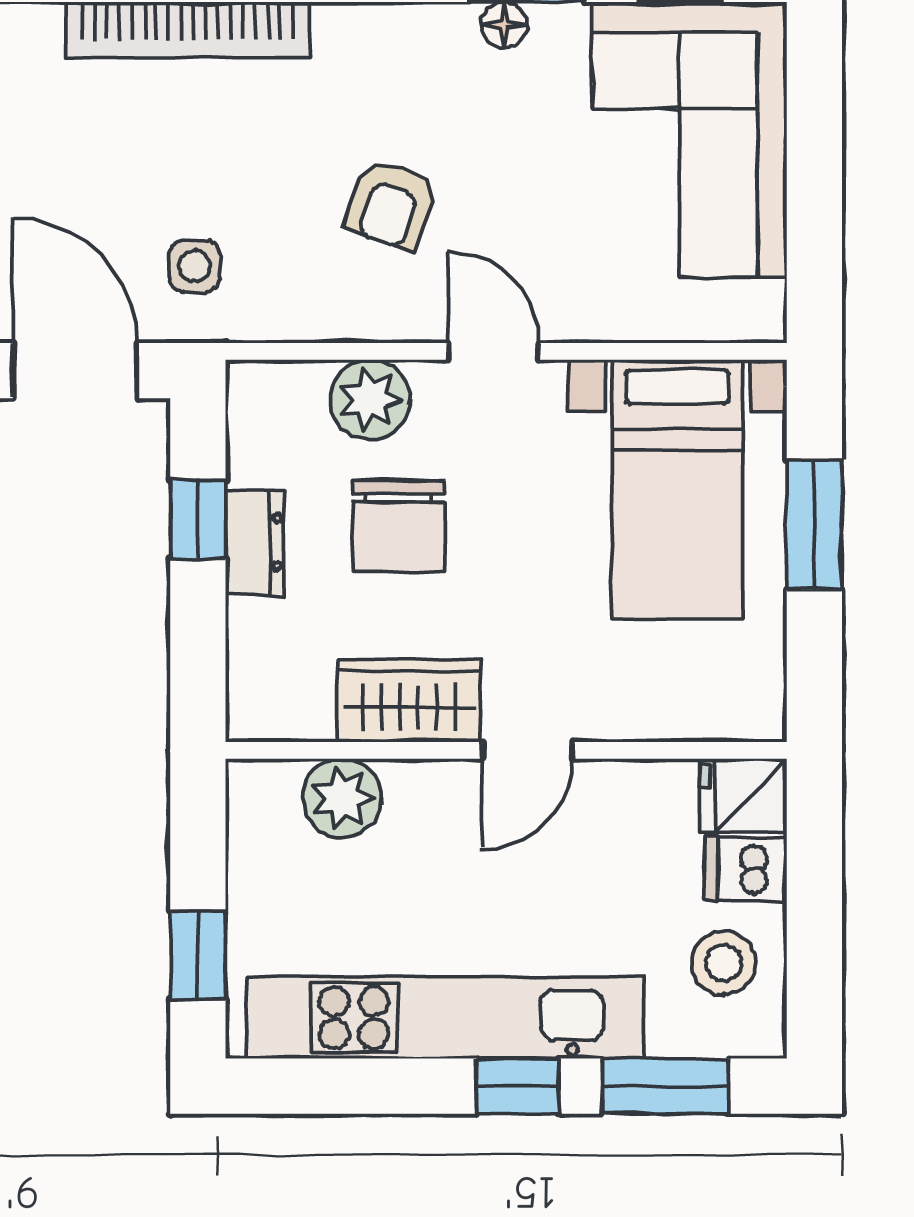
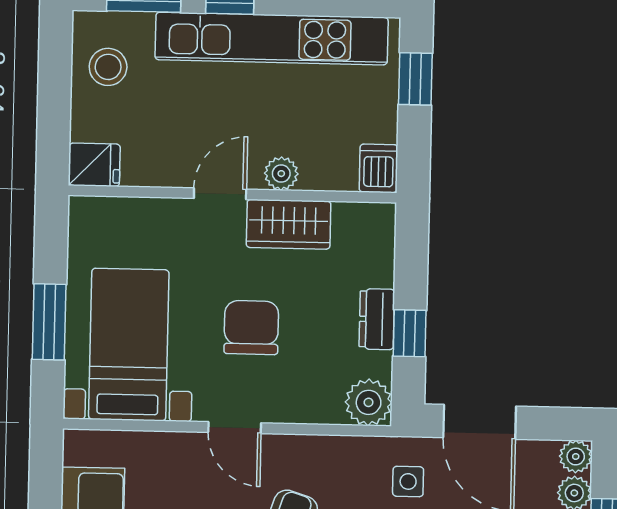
plant: (370, 400) -> (369, 402), moved
chair: (398, 526) -> (251, 328), moved
plant: (342, 798) -> (281, 174), moved, width x0.73, depth x0.73
dishwasher: (746, 869) -> (379, 168), moved, turned -90

